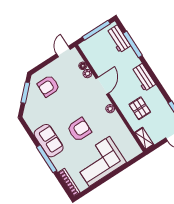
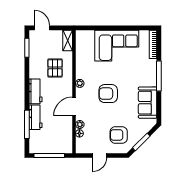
workbench: (119, 39) -> (35, 117), moved
door: (63, 52) -> (100, 156), moved
armchair: (48, 86) -> (119, 135), turned 180
armchair: (79, 130) -> (108, 94), moved
sofa: (49, 141) -> (148, 103), moved

